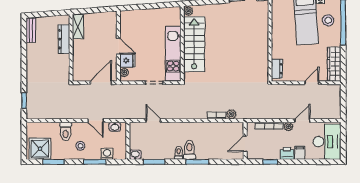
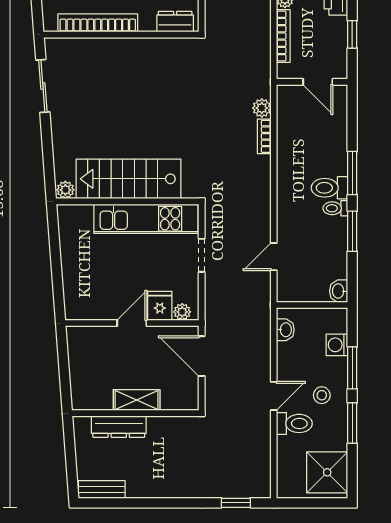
shelving: (78, 27) -> (137, 400), moved
bookcase: (276, 28) -> (98, 23), added
door: (96, 121) -> (274, 396), moved
window: (54, 162) -> (352, 423), moved
window: (154, 162) -> (352, 231), moved

